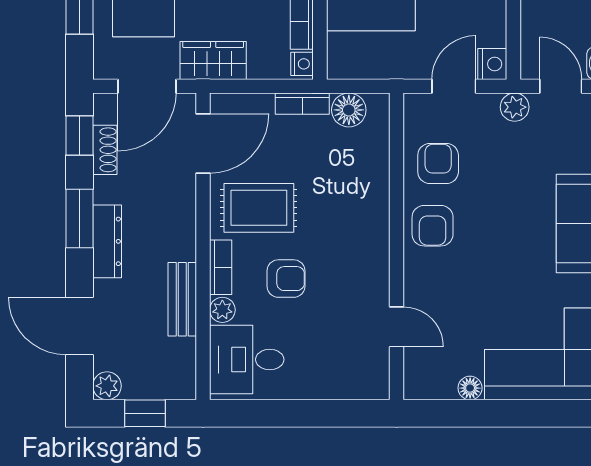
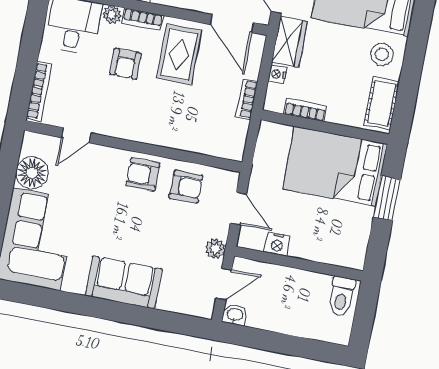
nightstand: (302, 64) -> (277, 74), moved, turned 90
nightstand: (492, 64) -> (277, 244), moved
floor lamp: (349, 110) -> (236, 131), removed
floor lamp: (470, 388) -> (32, 173), width x1.89, depth x1.89
bookcase: (346, 390) -> (39, 91), added

